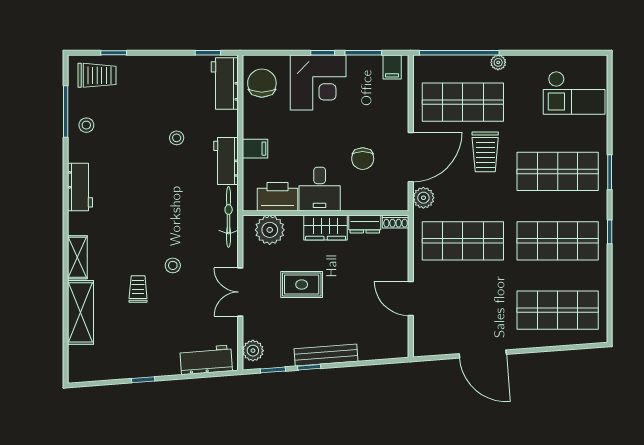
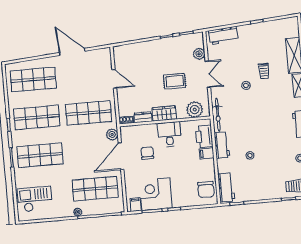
corner desk: (318, 83) -> (156, 194), moved
trolley: (485, 152) -> (81, 163), removed
printer: (277, 197) -> (204, 136), moved, turned 90
plant: (253, 351) -> (199, 54), moved
bench: (326, 355) -> (158, 44), removed

